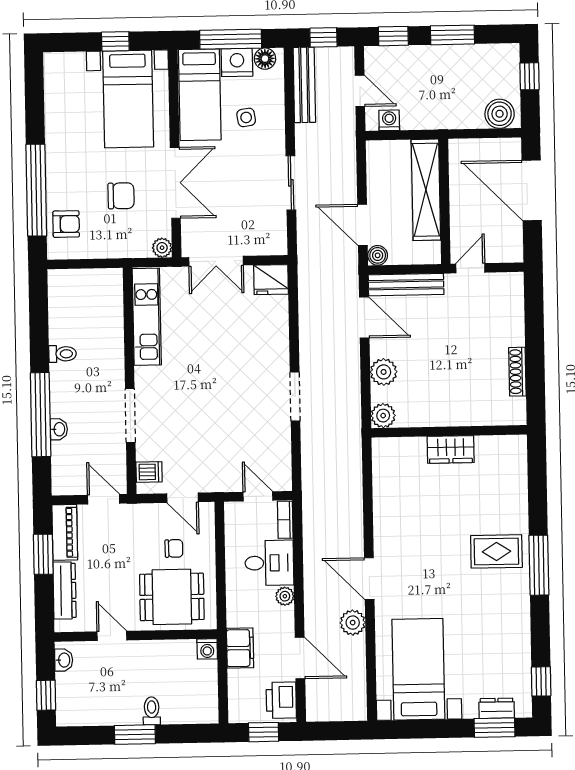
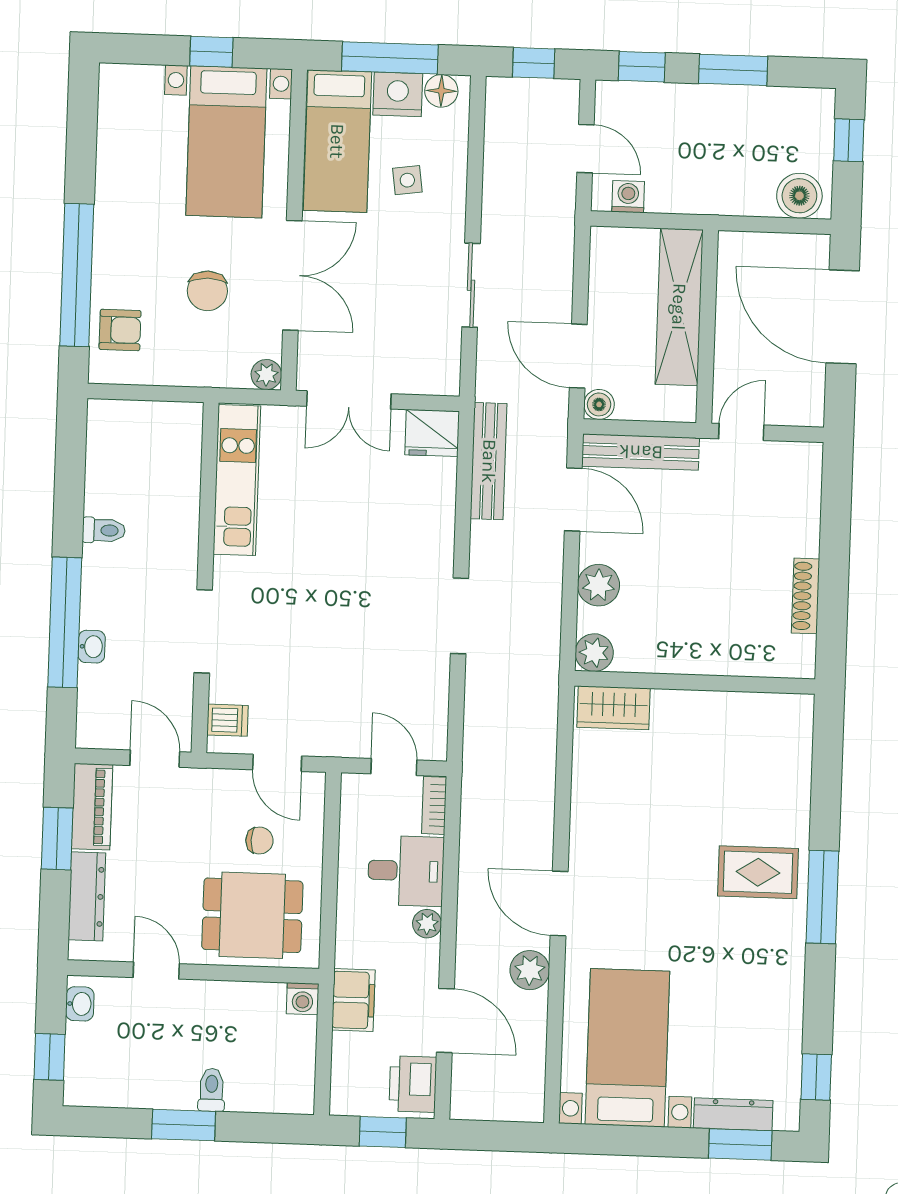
bench: (304, 85) -> (489, 461), moved
chair: (121, 196) -> (207, 291), turned 90
wardrobe: (451, 449) -> (613, 708), moved
dresser: (497, 708) -> (733, 1114), width x1.44

